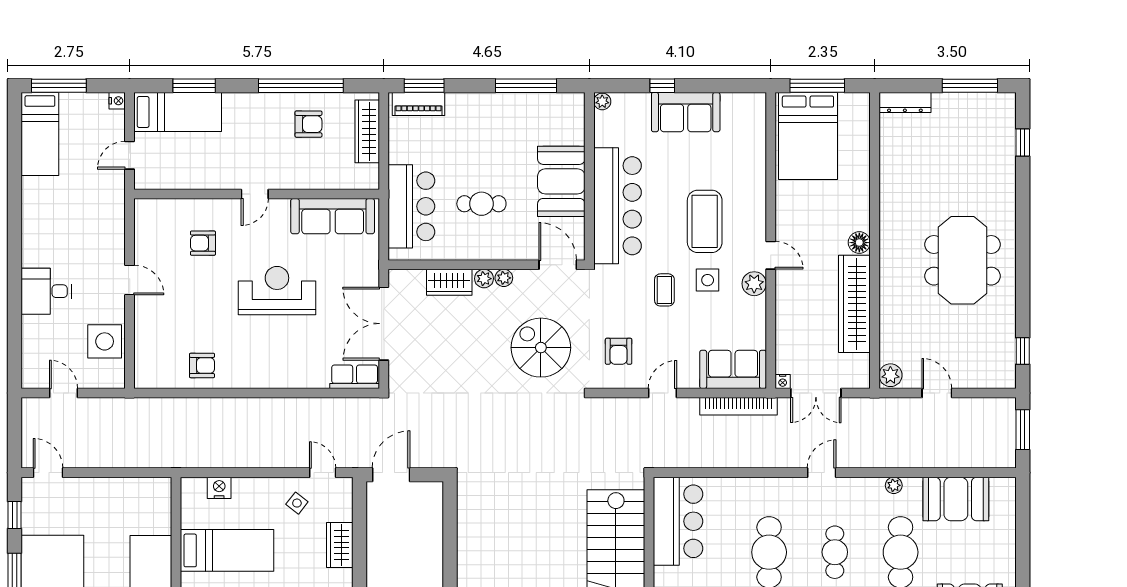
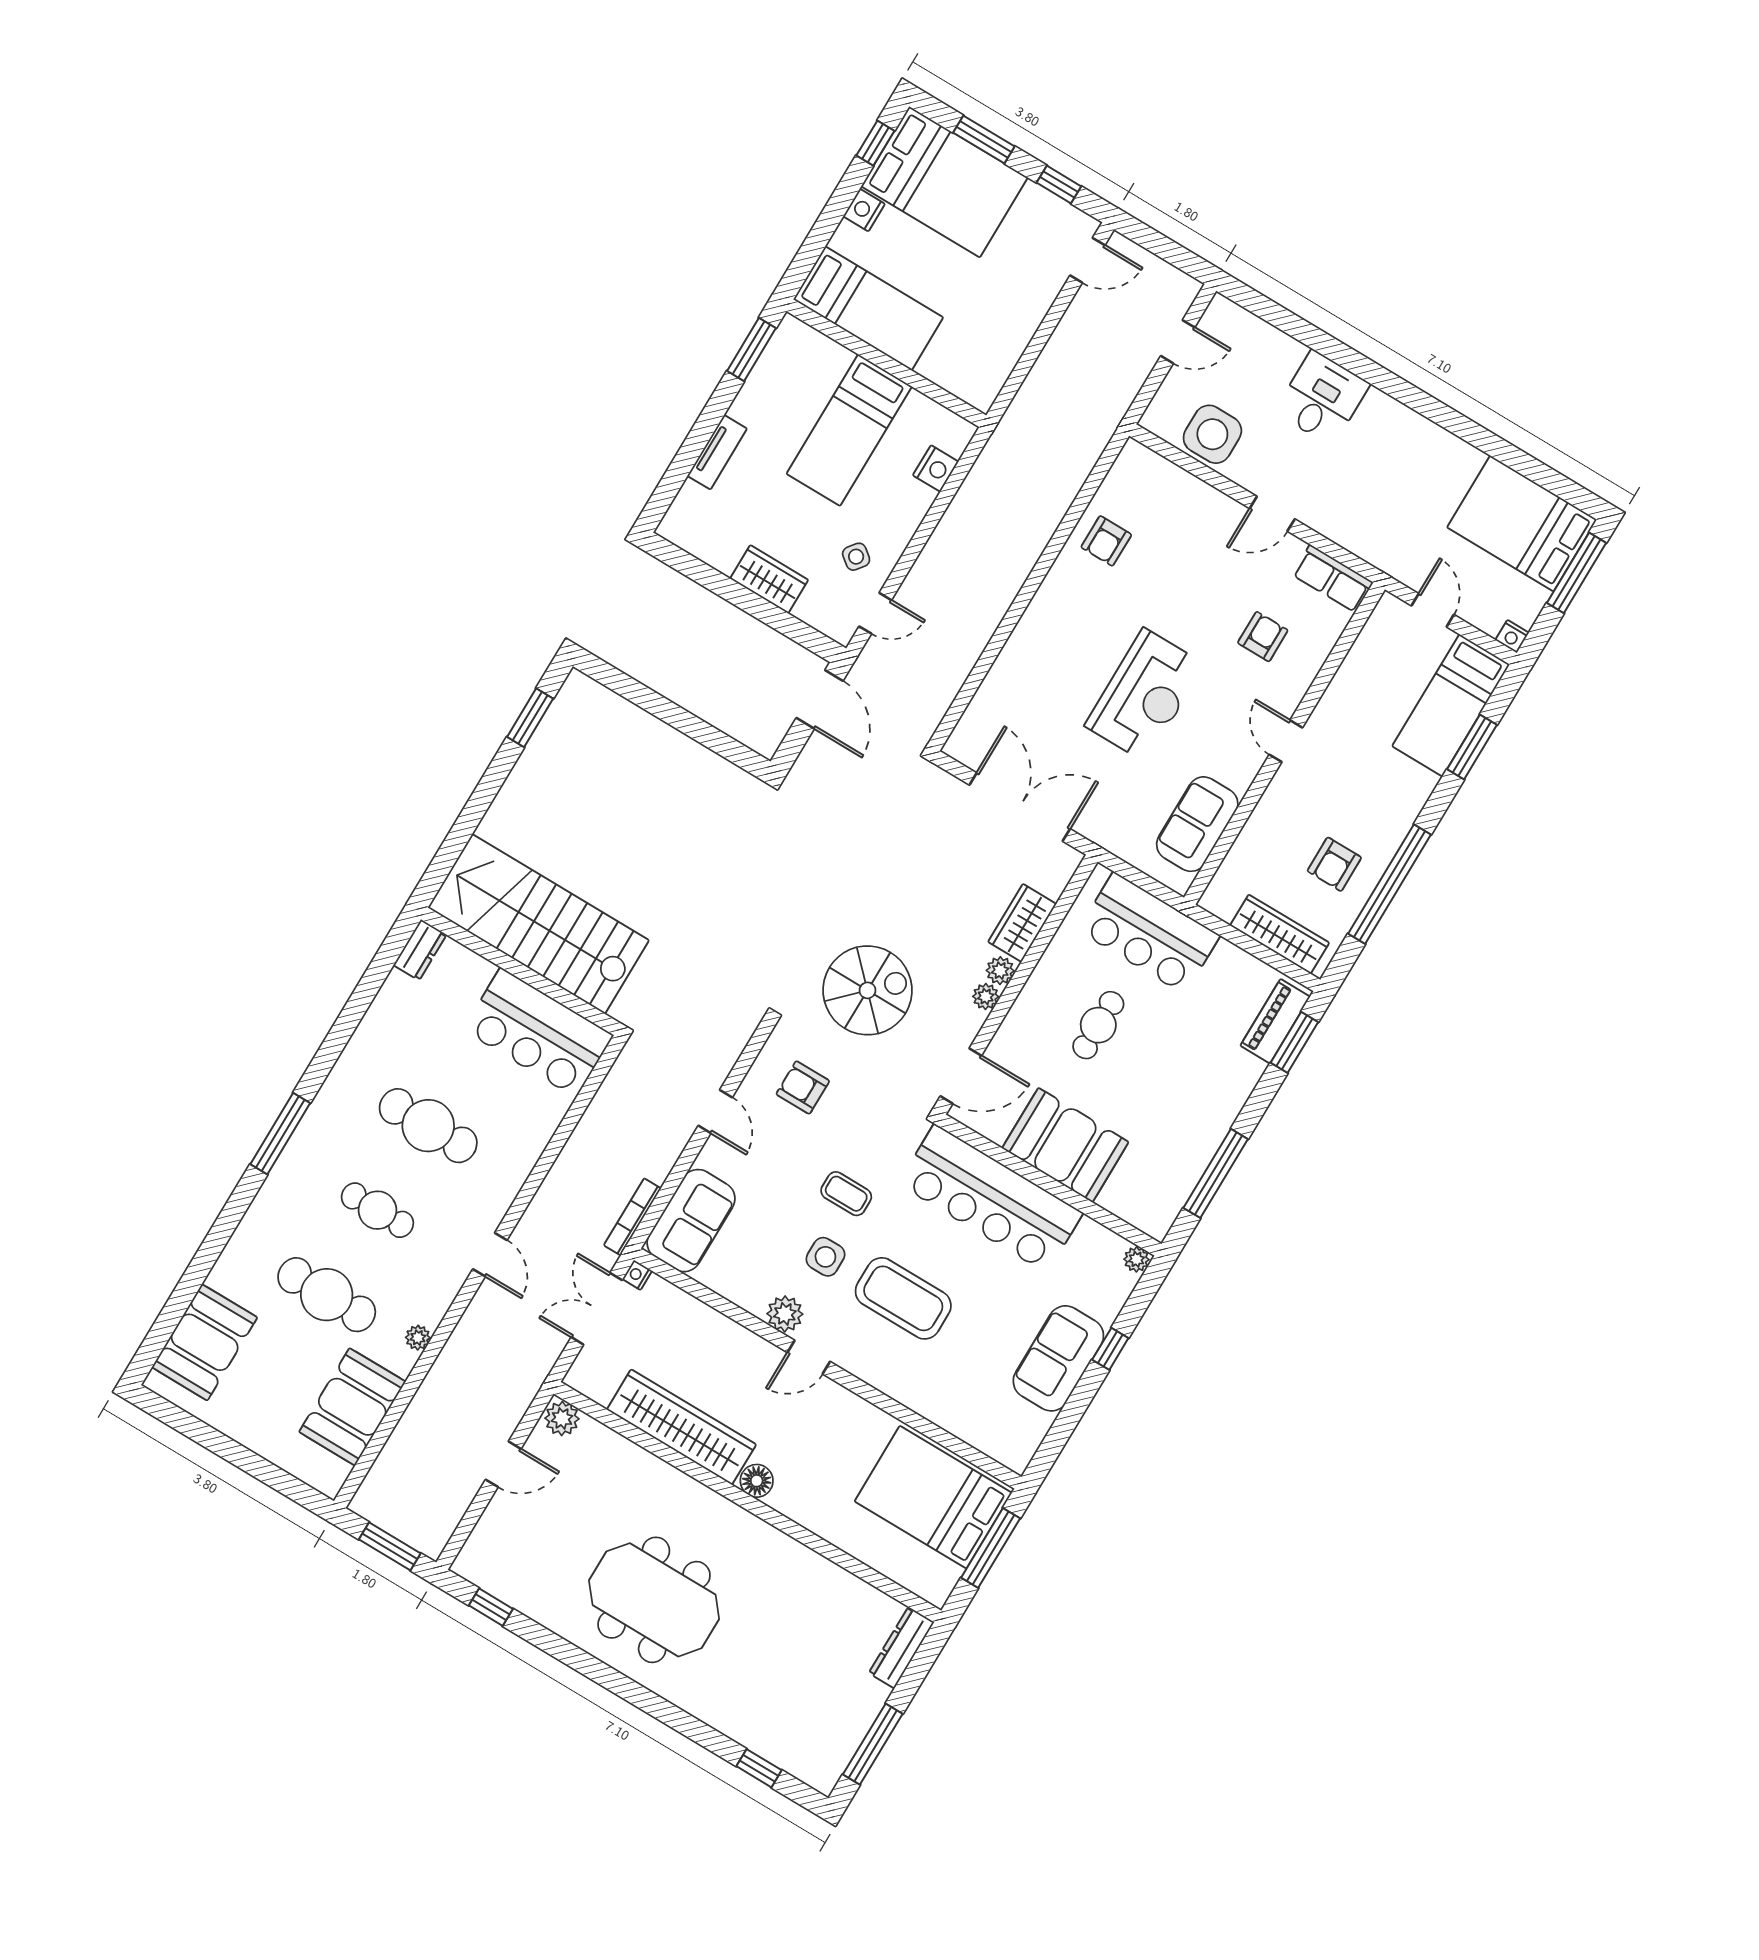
bed: (40, 134) -> (1522, 523), width x1.50
sofa: (333, 216) -> (1197, 824), width x0.73
row of seats: (355, 377) -> (1333, 579), moved, turned 90
bookcase: (738, 406) -> (632, 1217), width x0.68, depth x0.76

